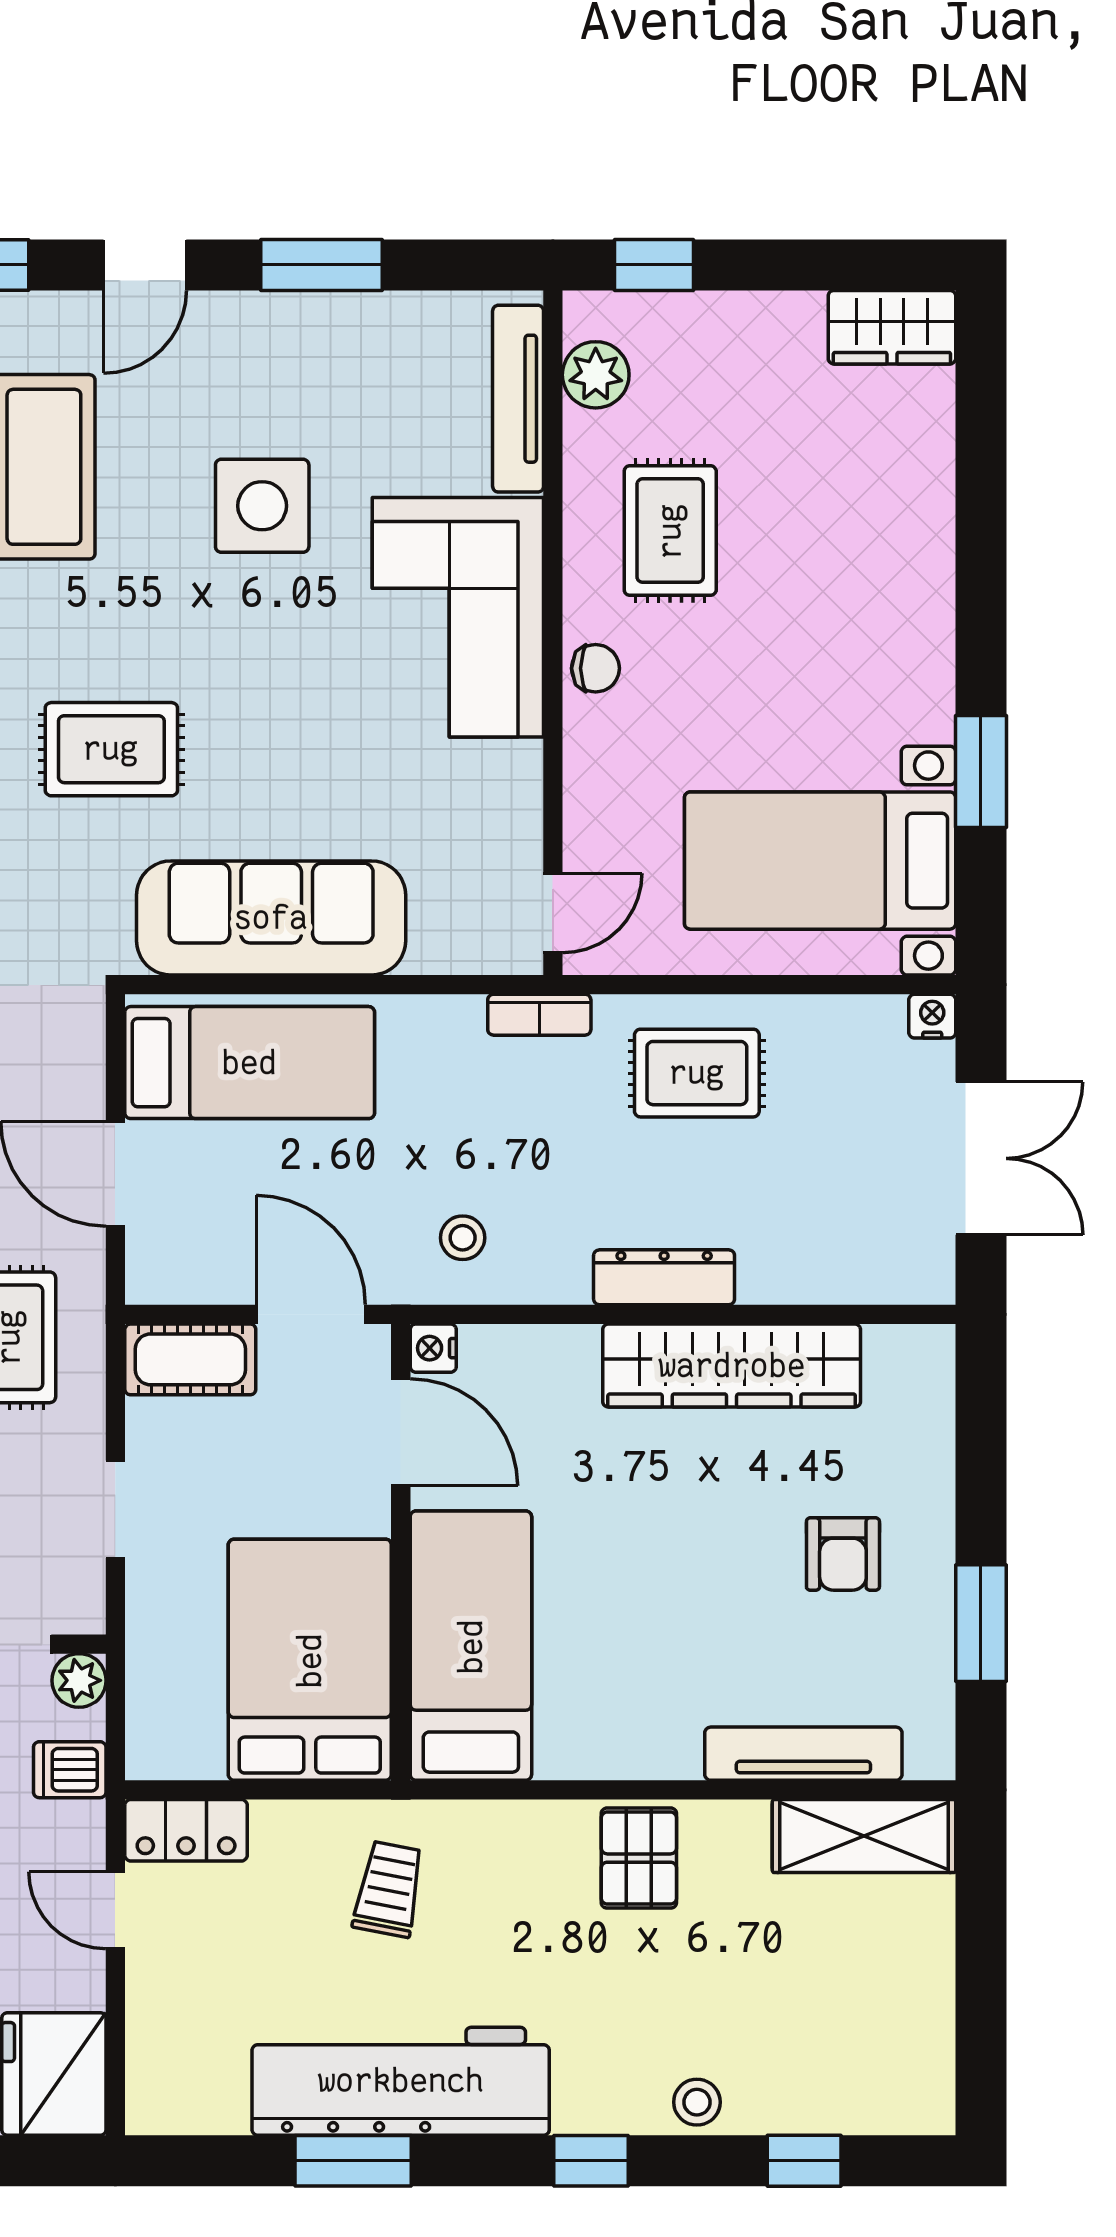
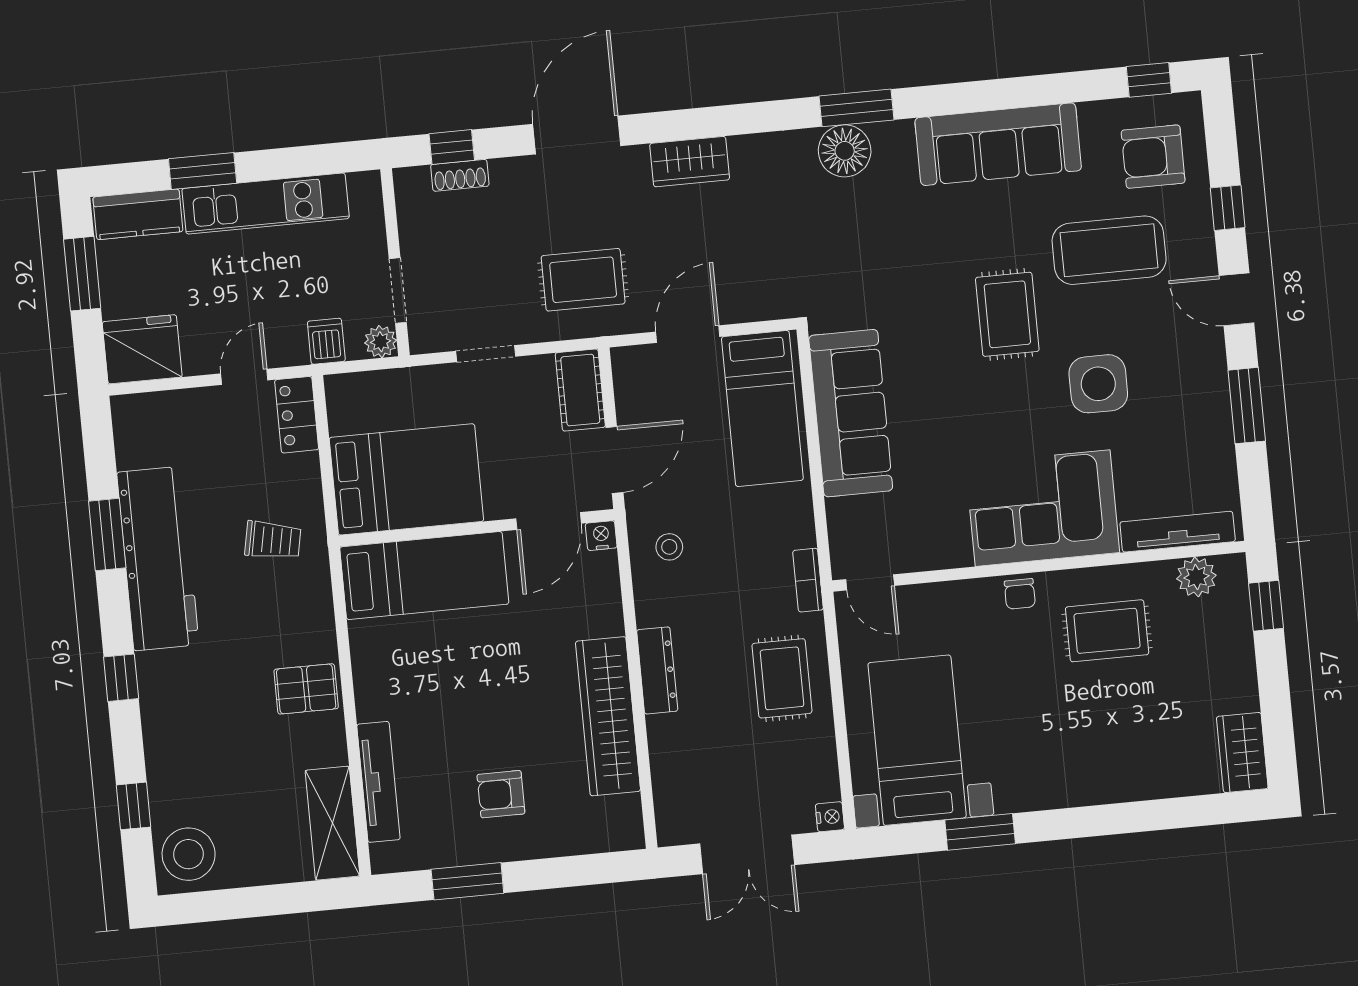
rug: (111, 749) -> (1007, 314), moved
stool: (697, 2102) -> (189, 854), moved, width x1.89, depth x1.89

